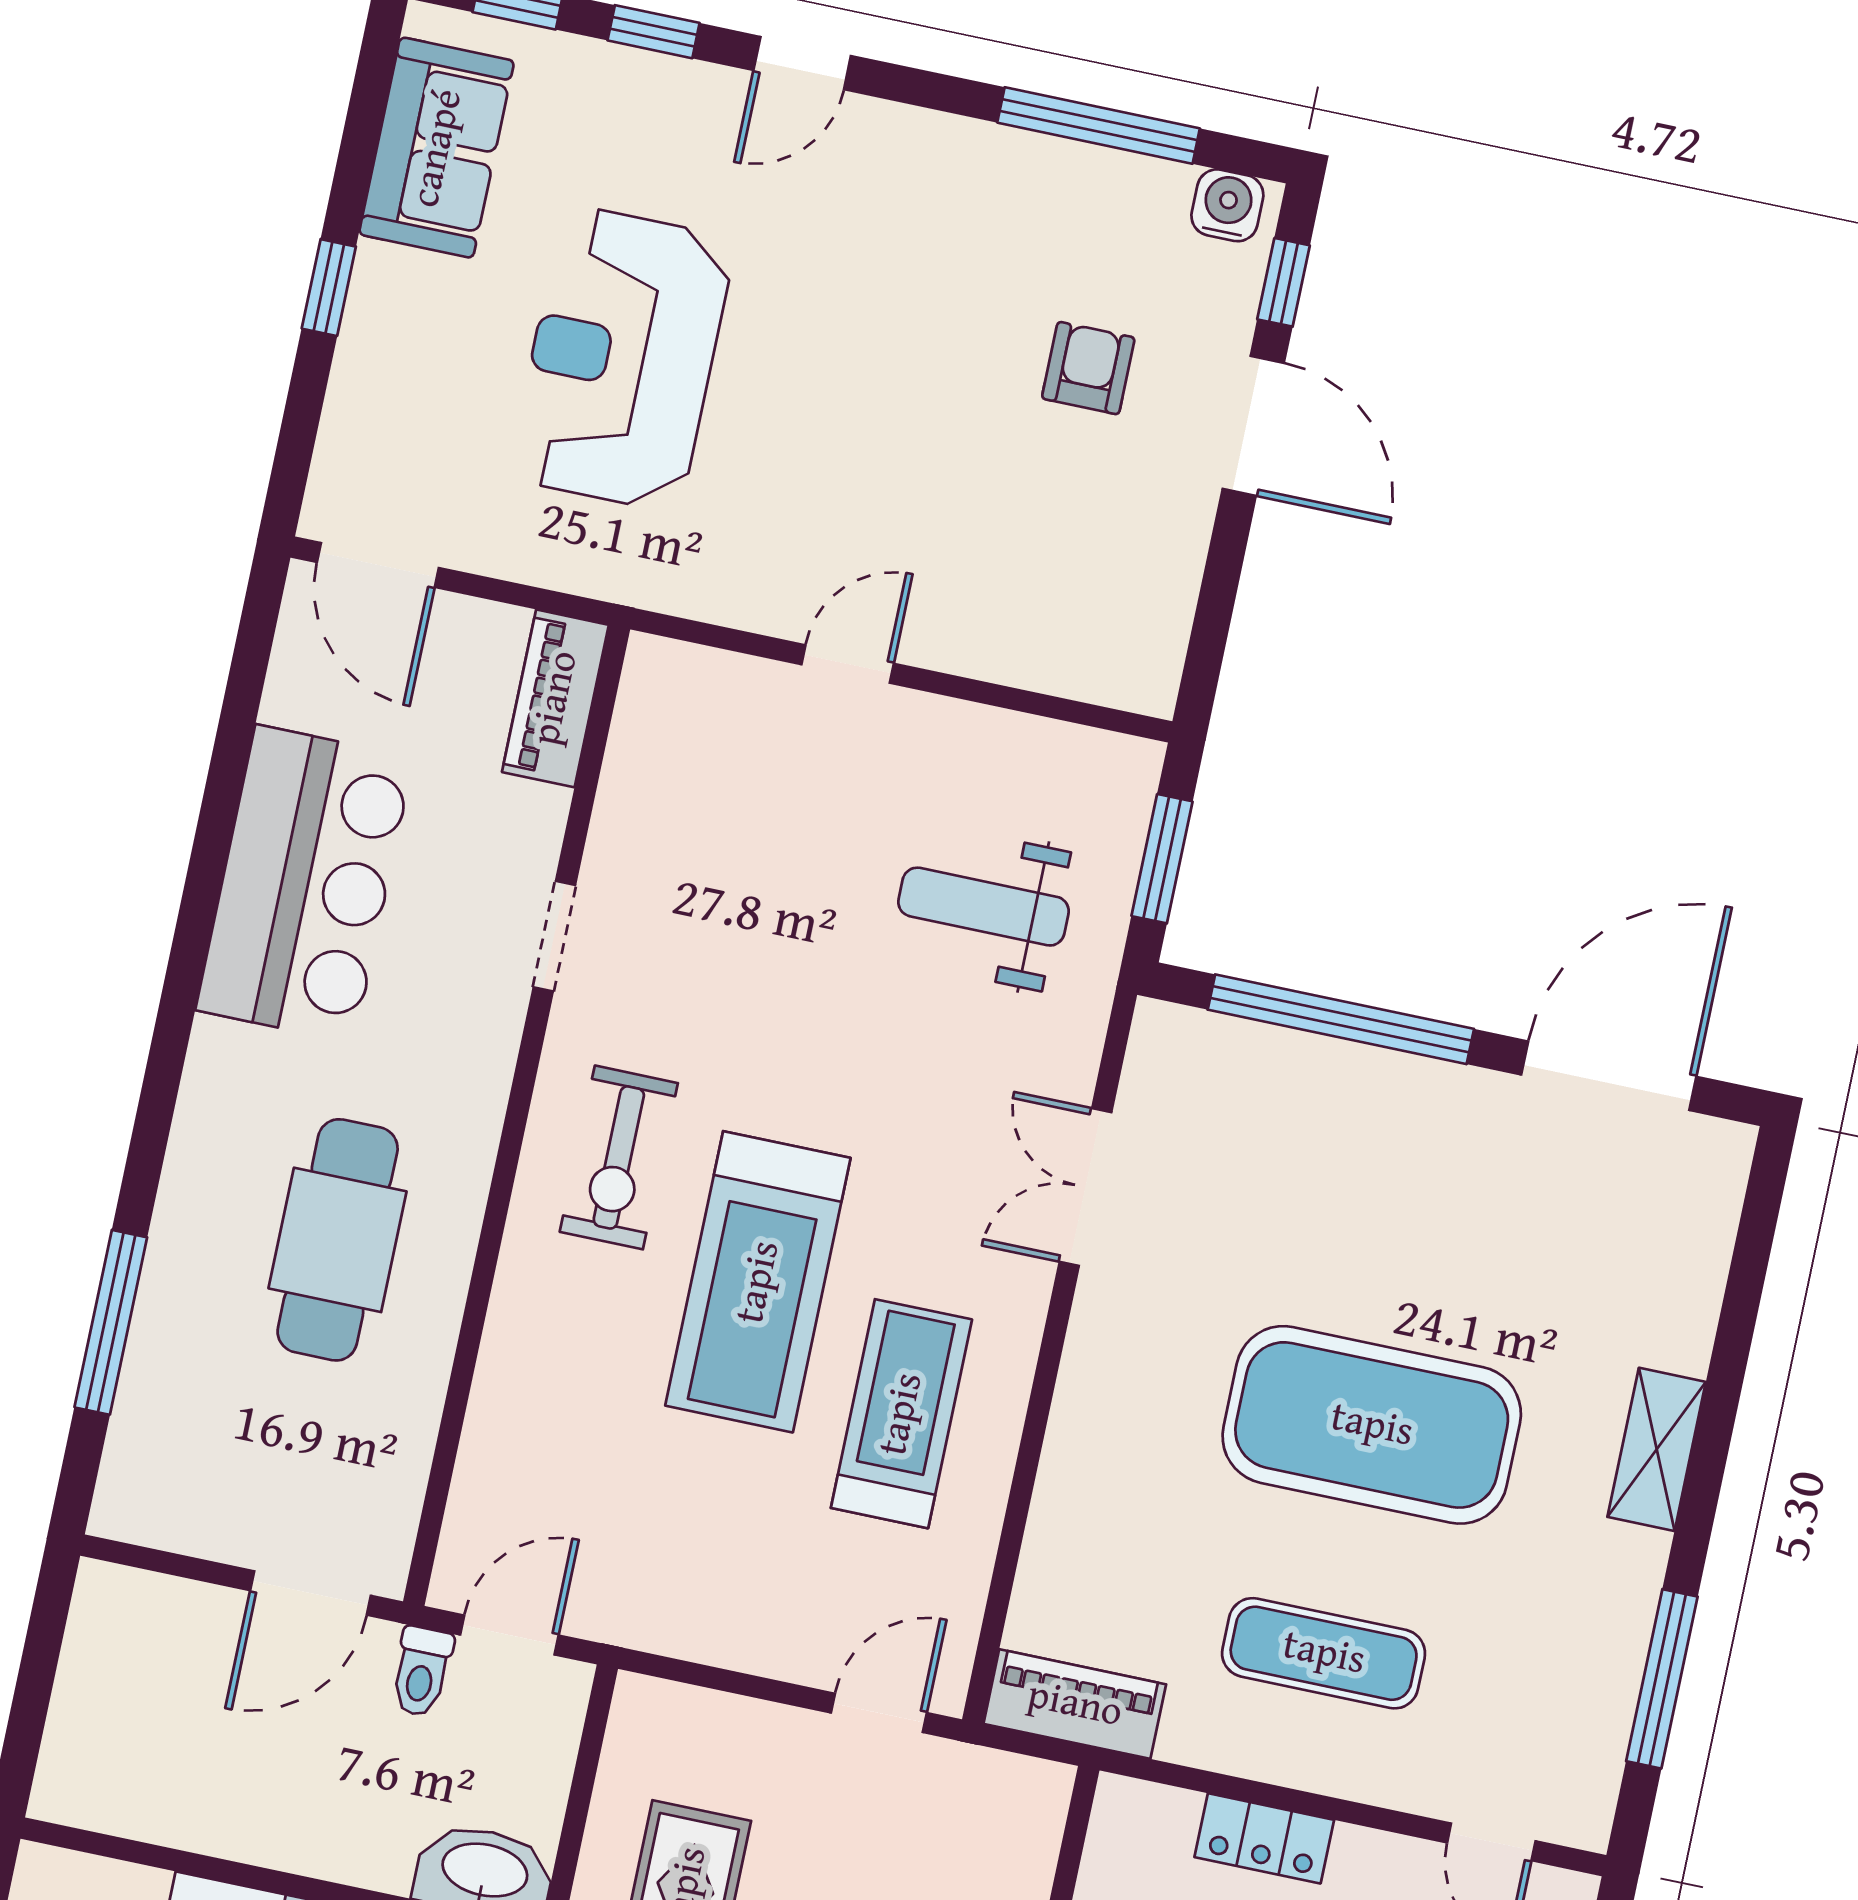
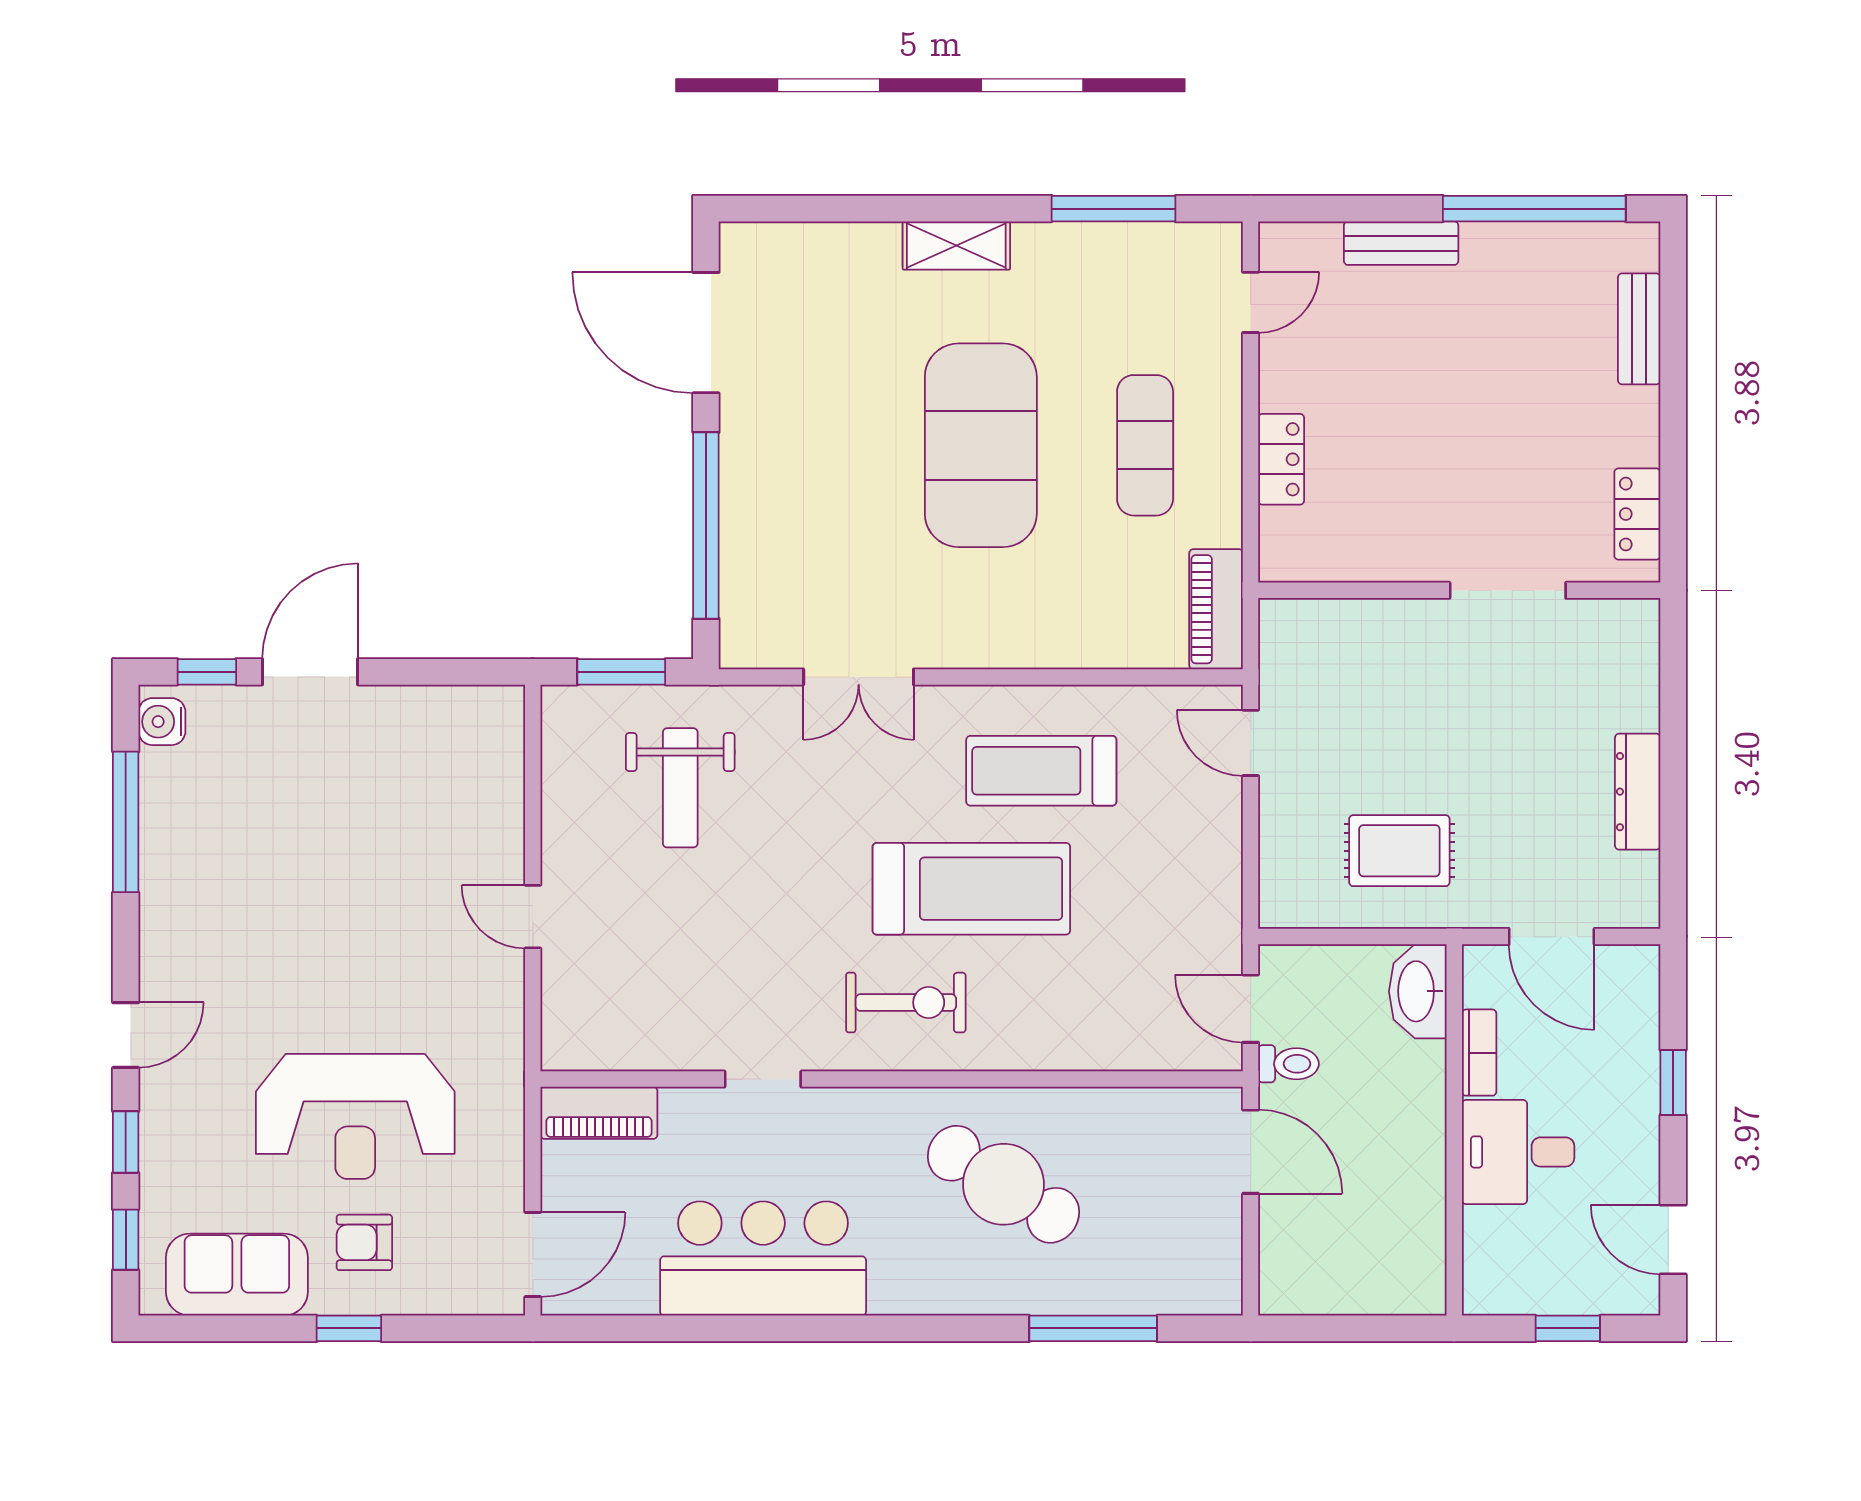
door: (802, 63) -> (126, 1035), hinge flipped
armchair: (1088, 368) -> (364, 1242), moved
cafe table: (338, 1240) -> (1003, 1184), turned 32

